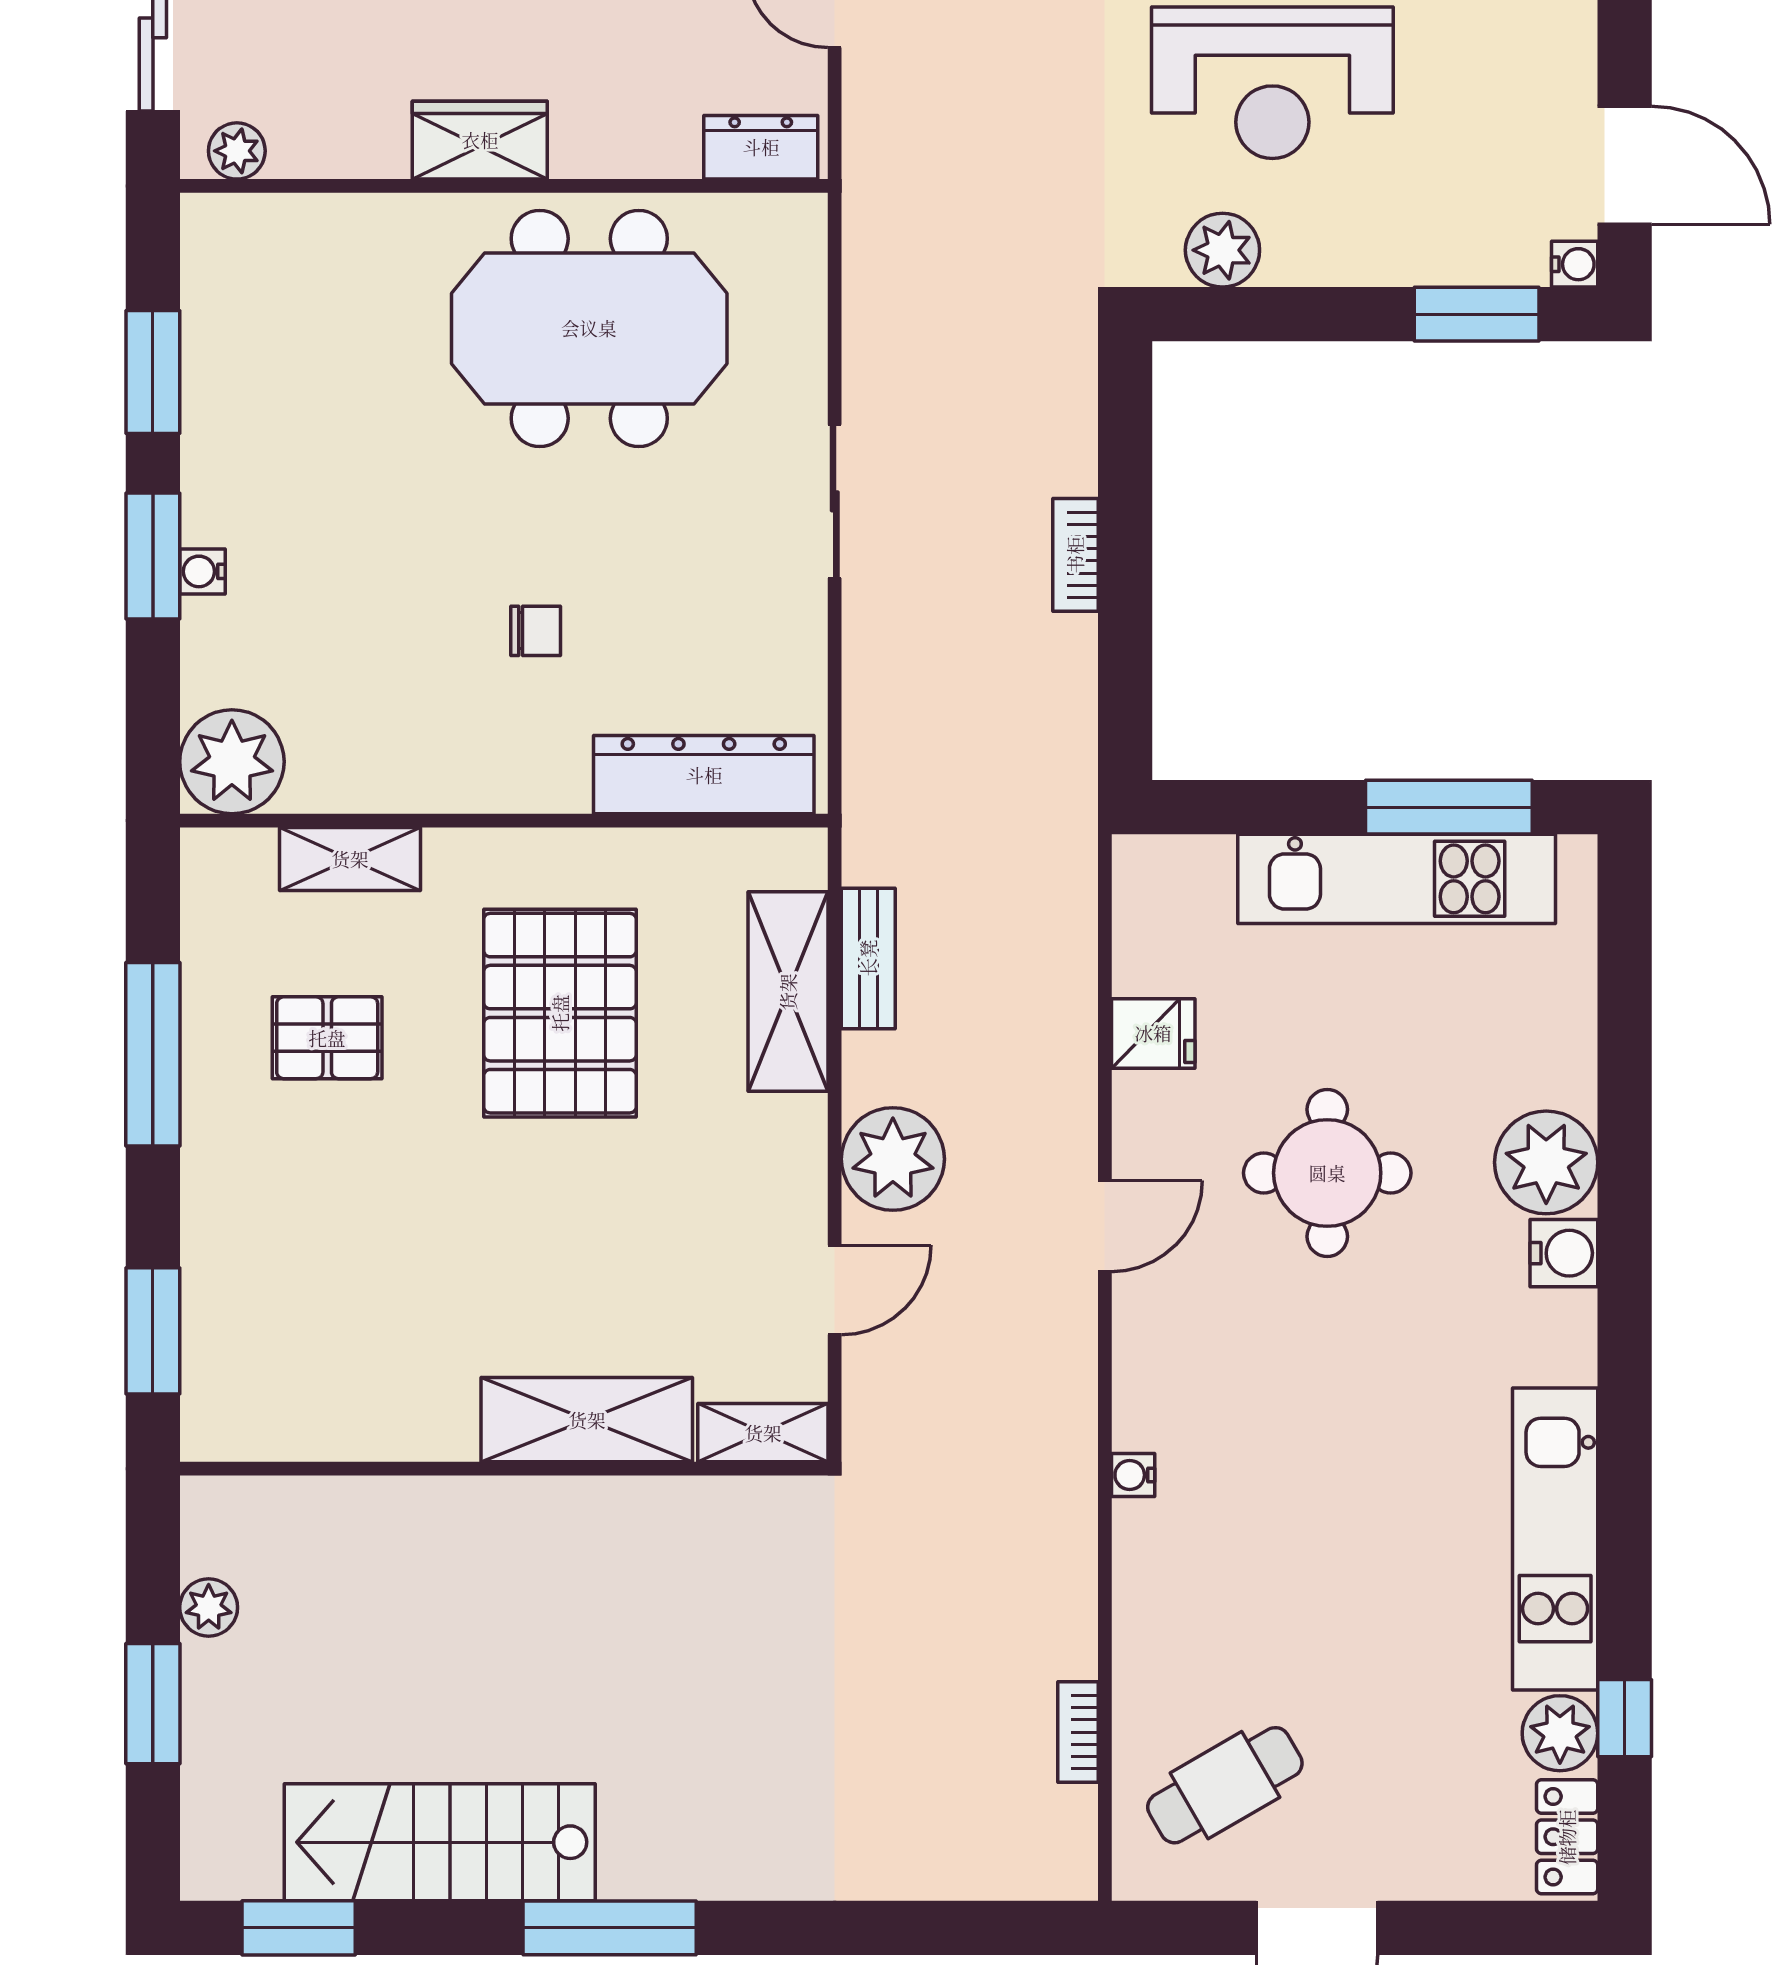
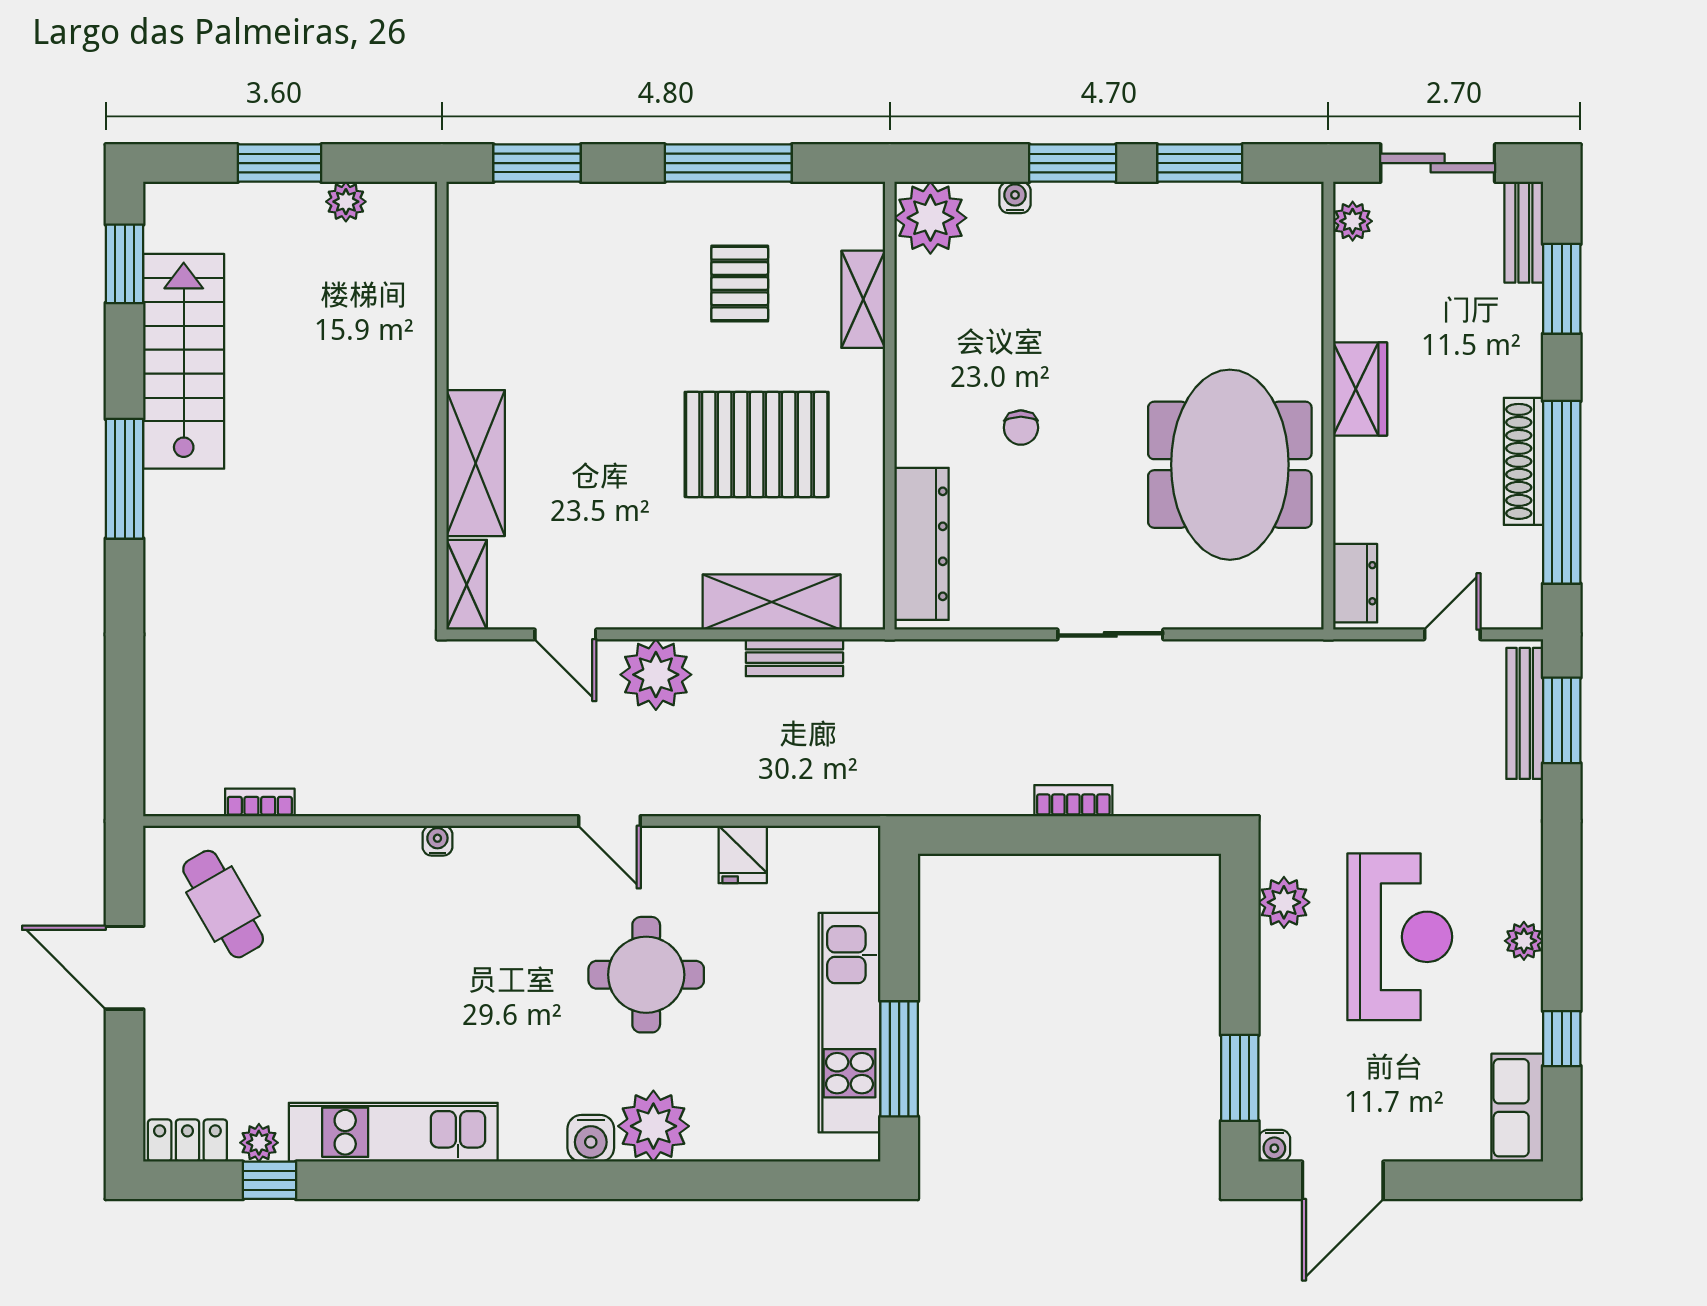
reception desk: (1272, 83) -> (1400, 937), turned 180
water cooler: (203, 571) -> (1015, 197), moved
plant: (1560, 1733) -> (259, 1143), width x0.73, depth x0.73

